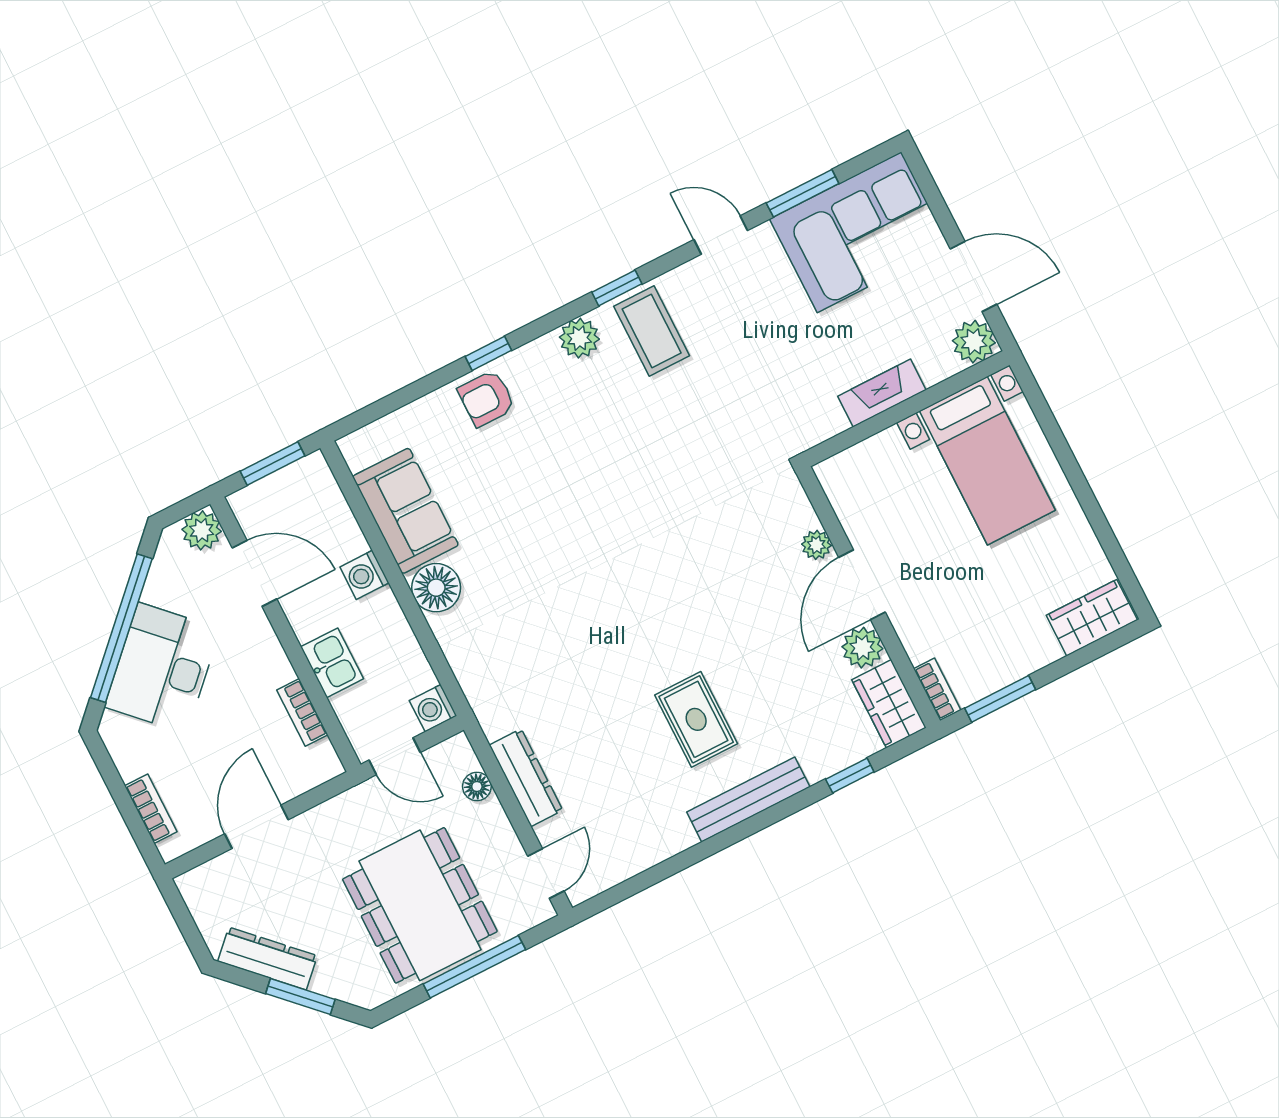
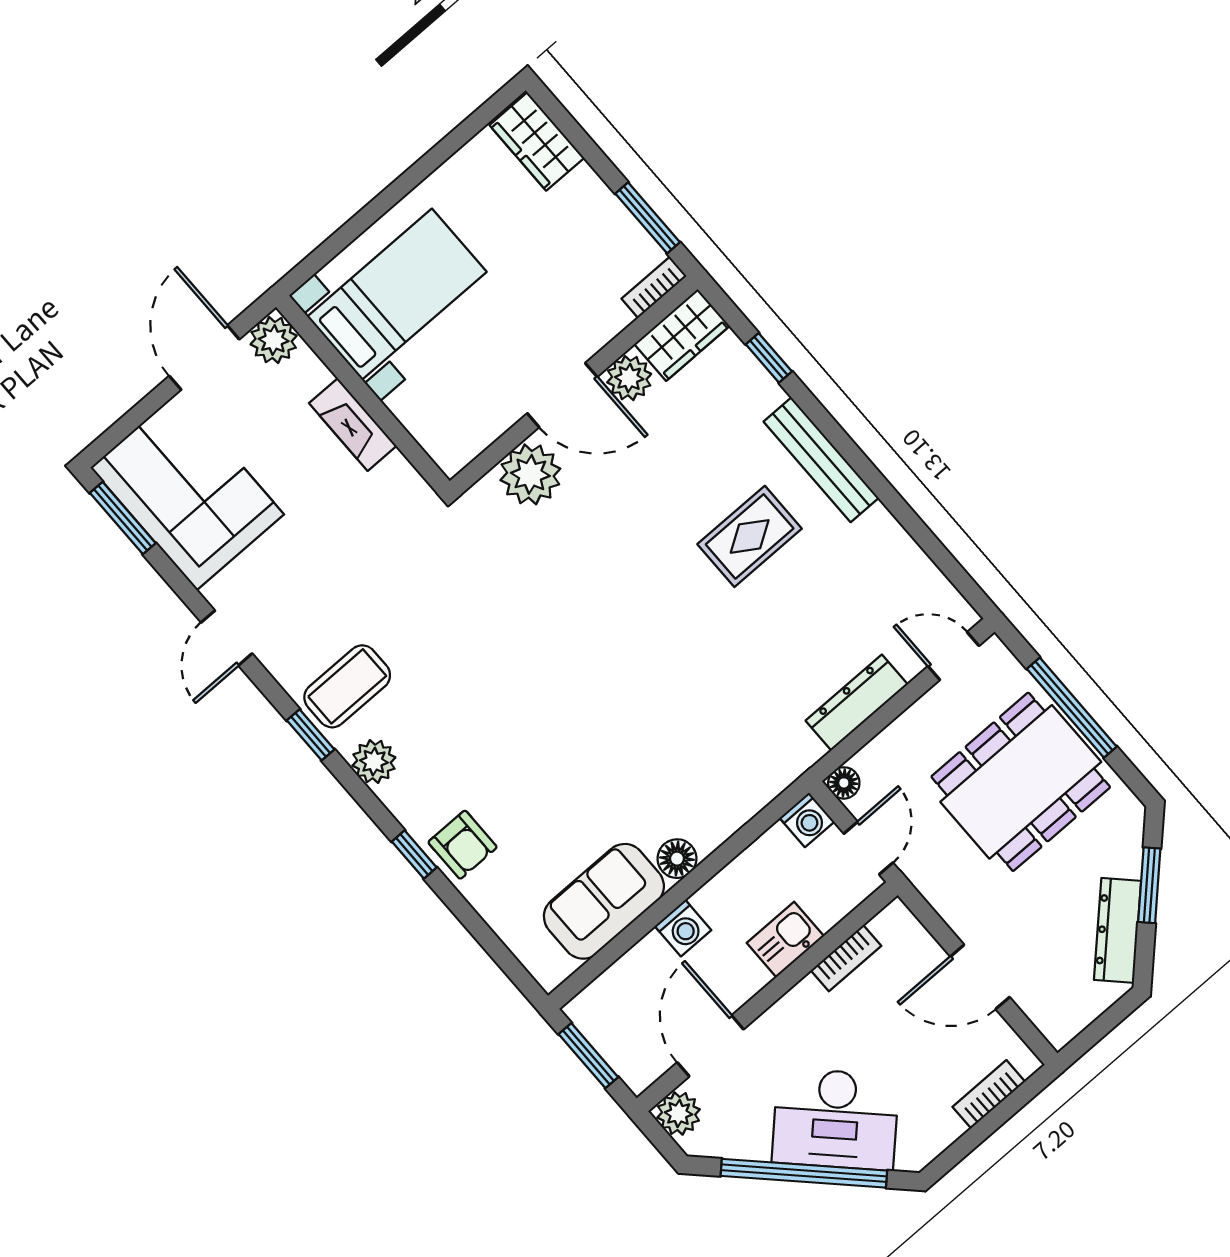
window: (803, 193) -> (123, 518), moved
plant: (816, 545) -> (530, 474), width x1.87, depth x1.87
floor lamp: (436, 588) -> (677, 859), width x0.73, depth x0.73
floor lamp: (477, 786) -> (844, 783), moved

